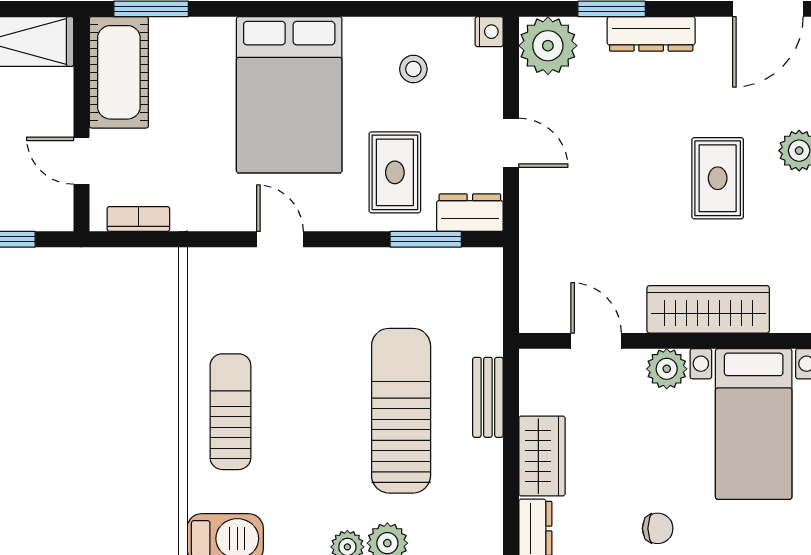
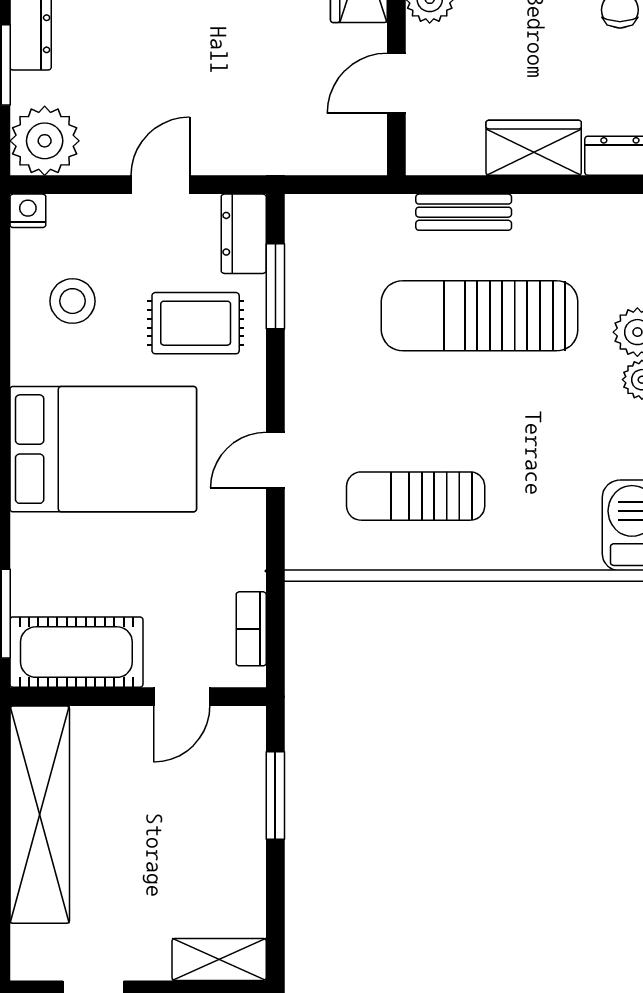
stool: (413, 69) -> (72, 301), width x1.37, depth x1.37
sun lounger: (230, 412) -> (416, 496), moved

